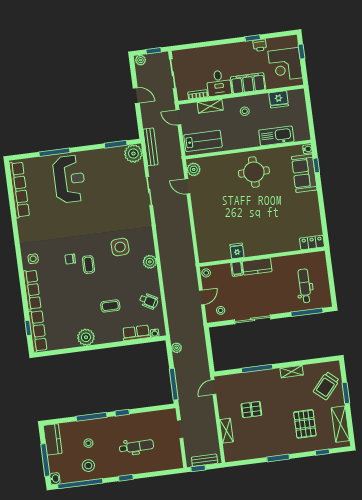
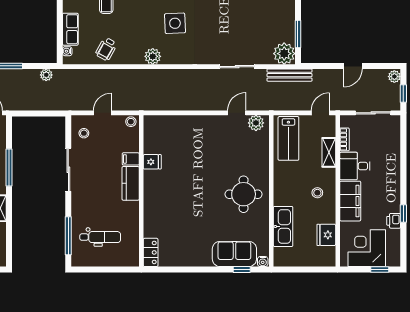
door: (202, 297) -> (102, 113), swing flipped

